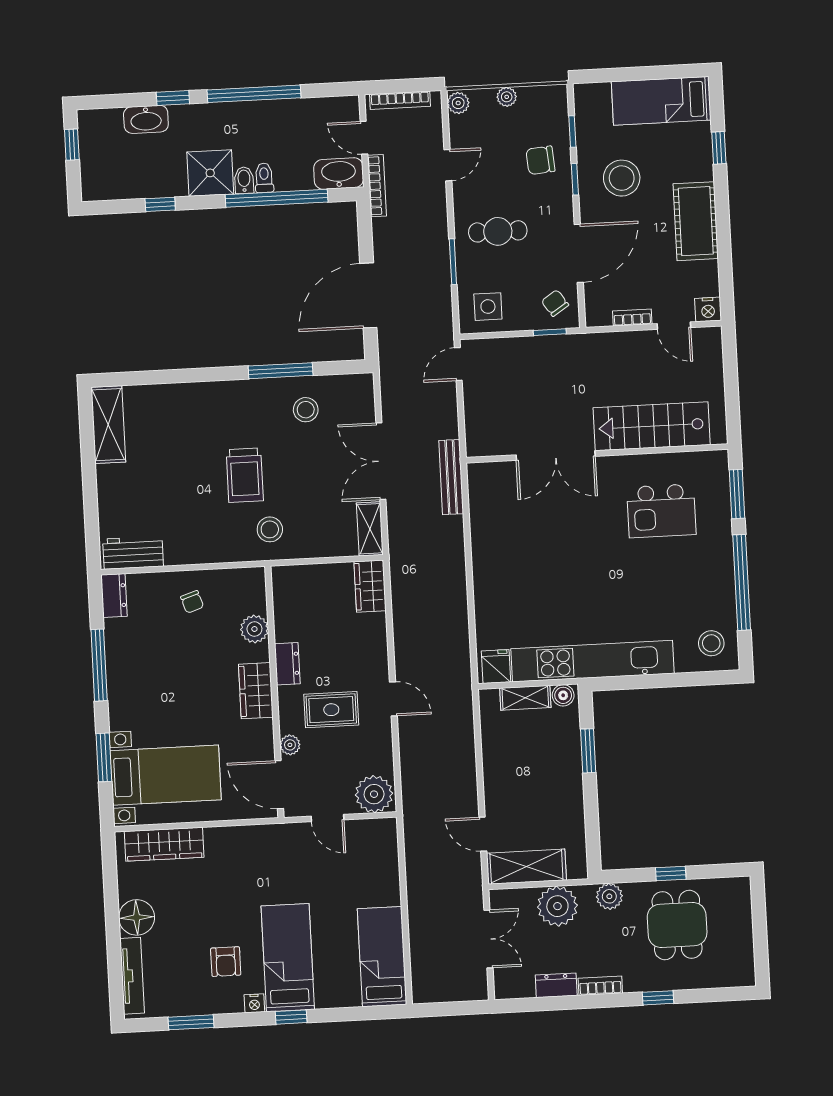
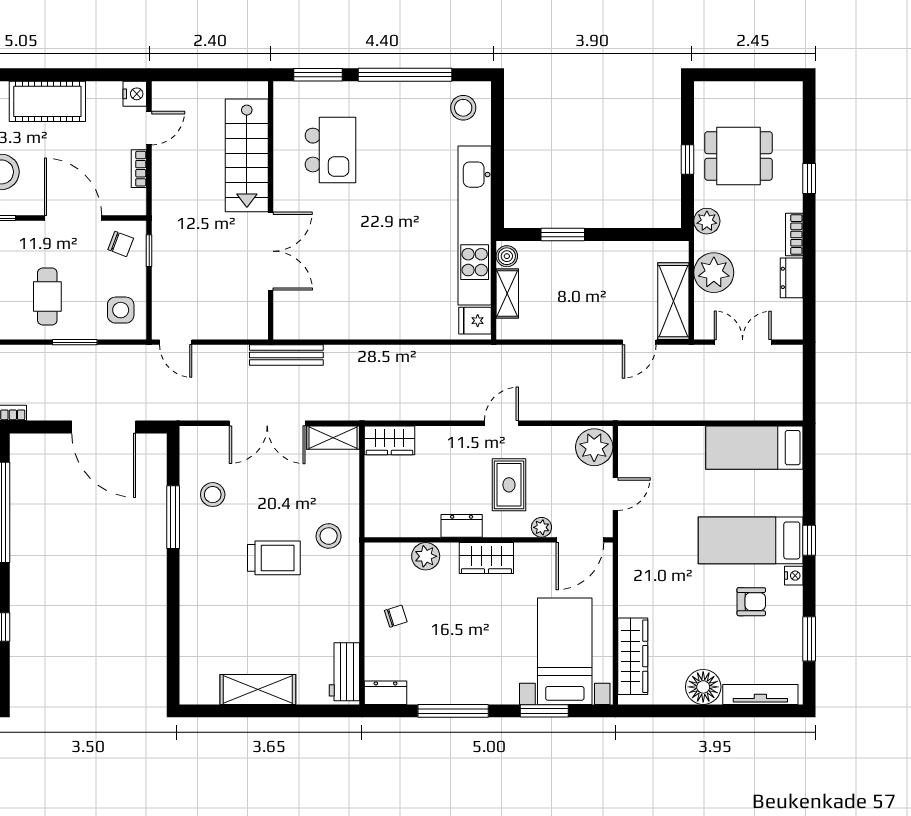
chair: (555, 303) -> (121, 244), turned -125
shelving: (108, 425) -> (258, 689), moved

